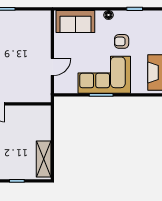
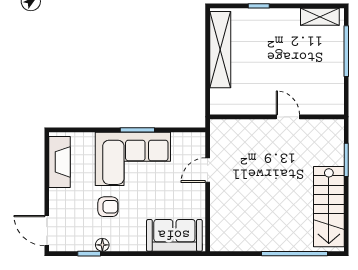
floor lamp: (109, 15) -> (102, 245), moved
shelving: (44, 159) -> (220, 50), width x1.47

